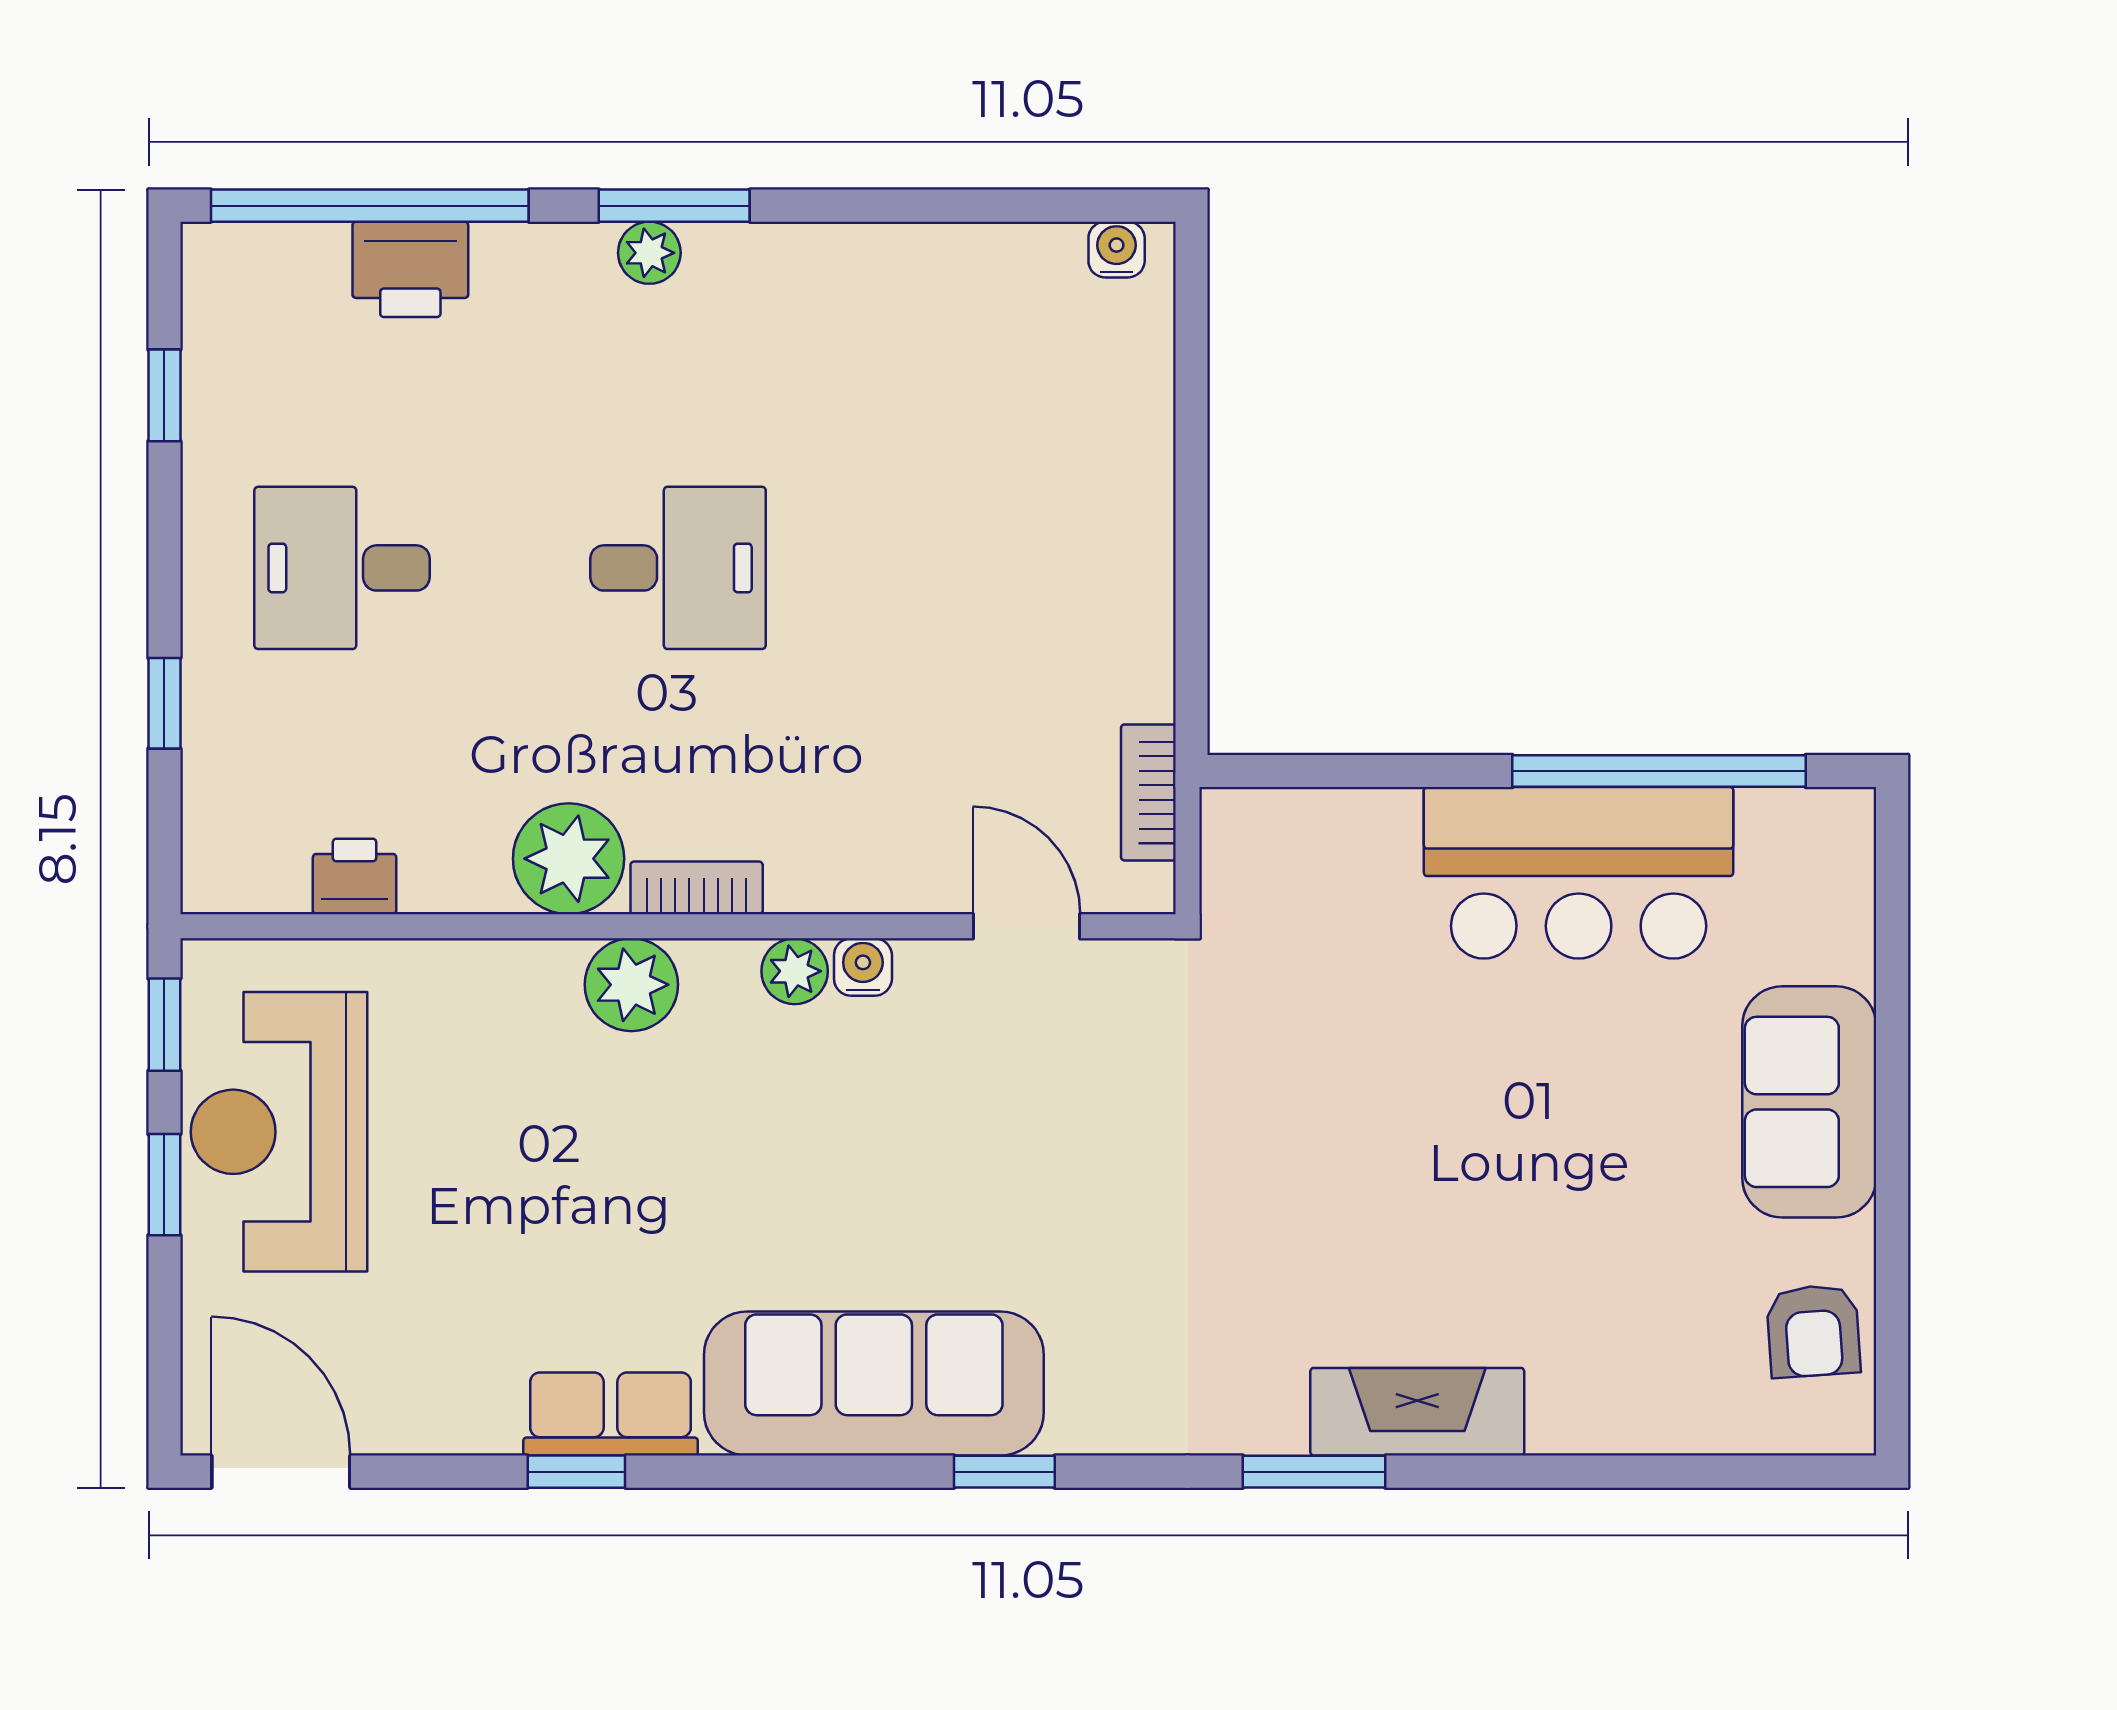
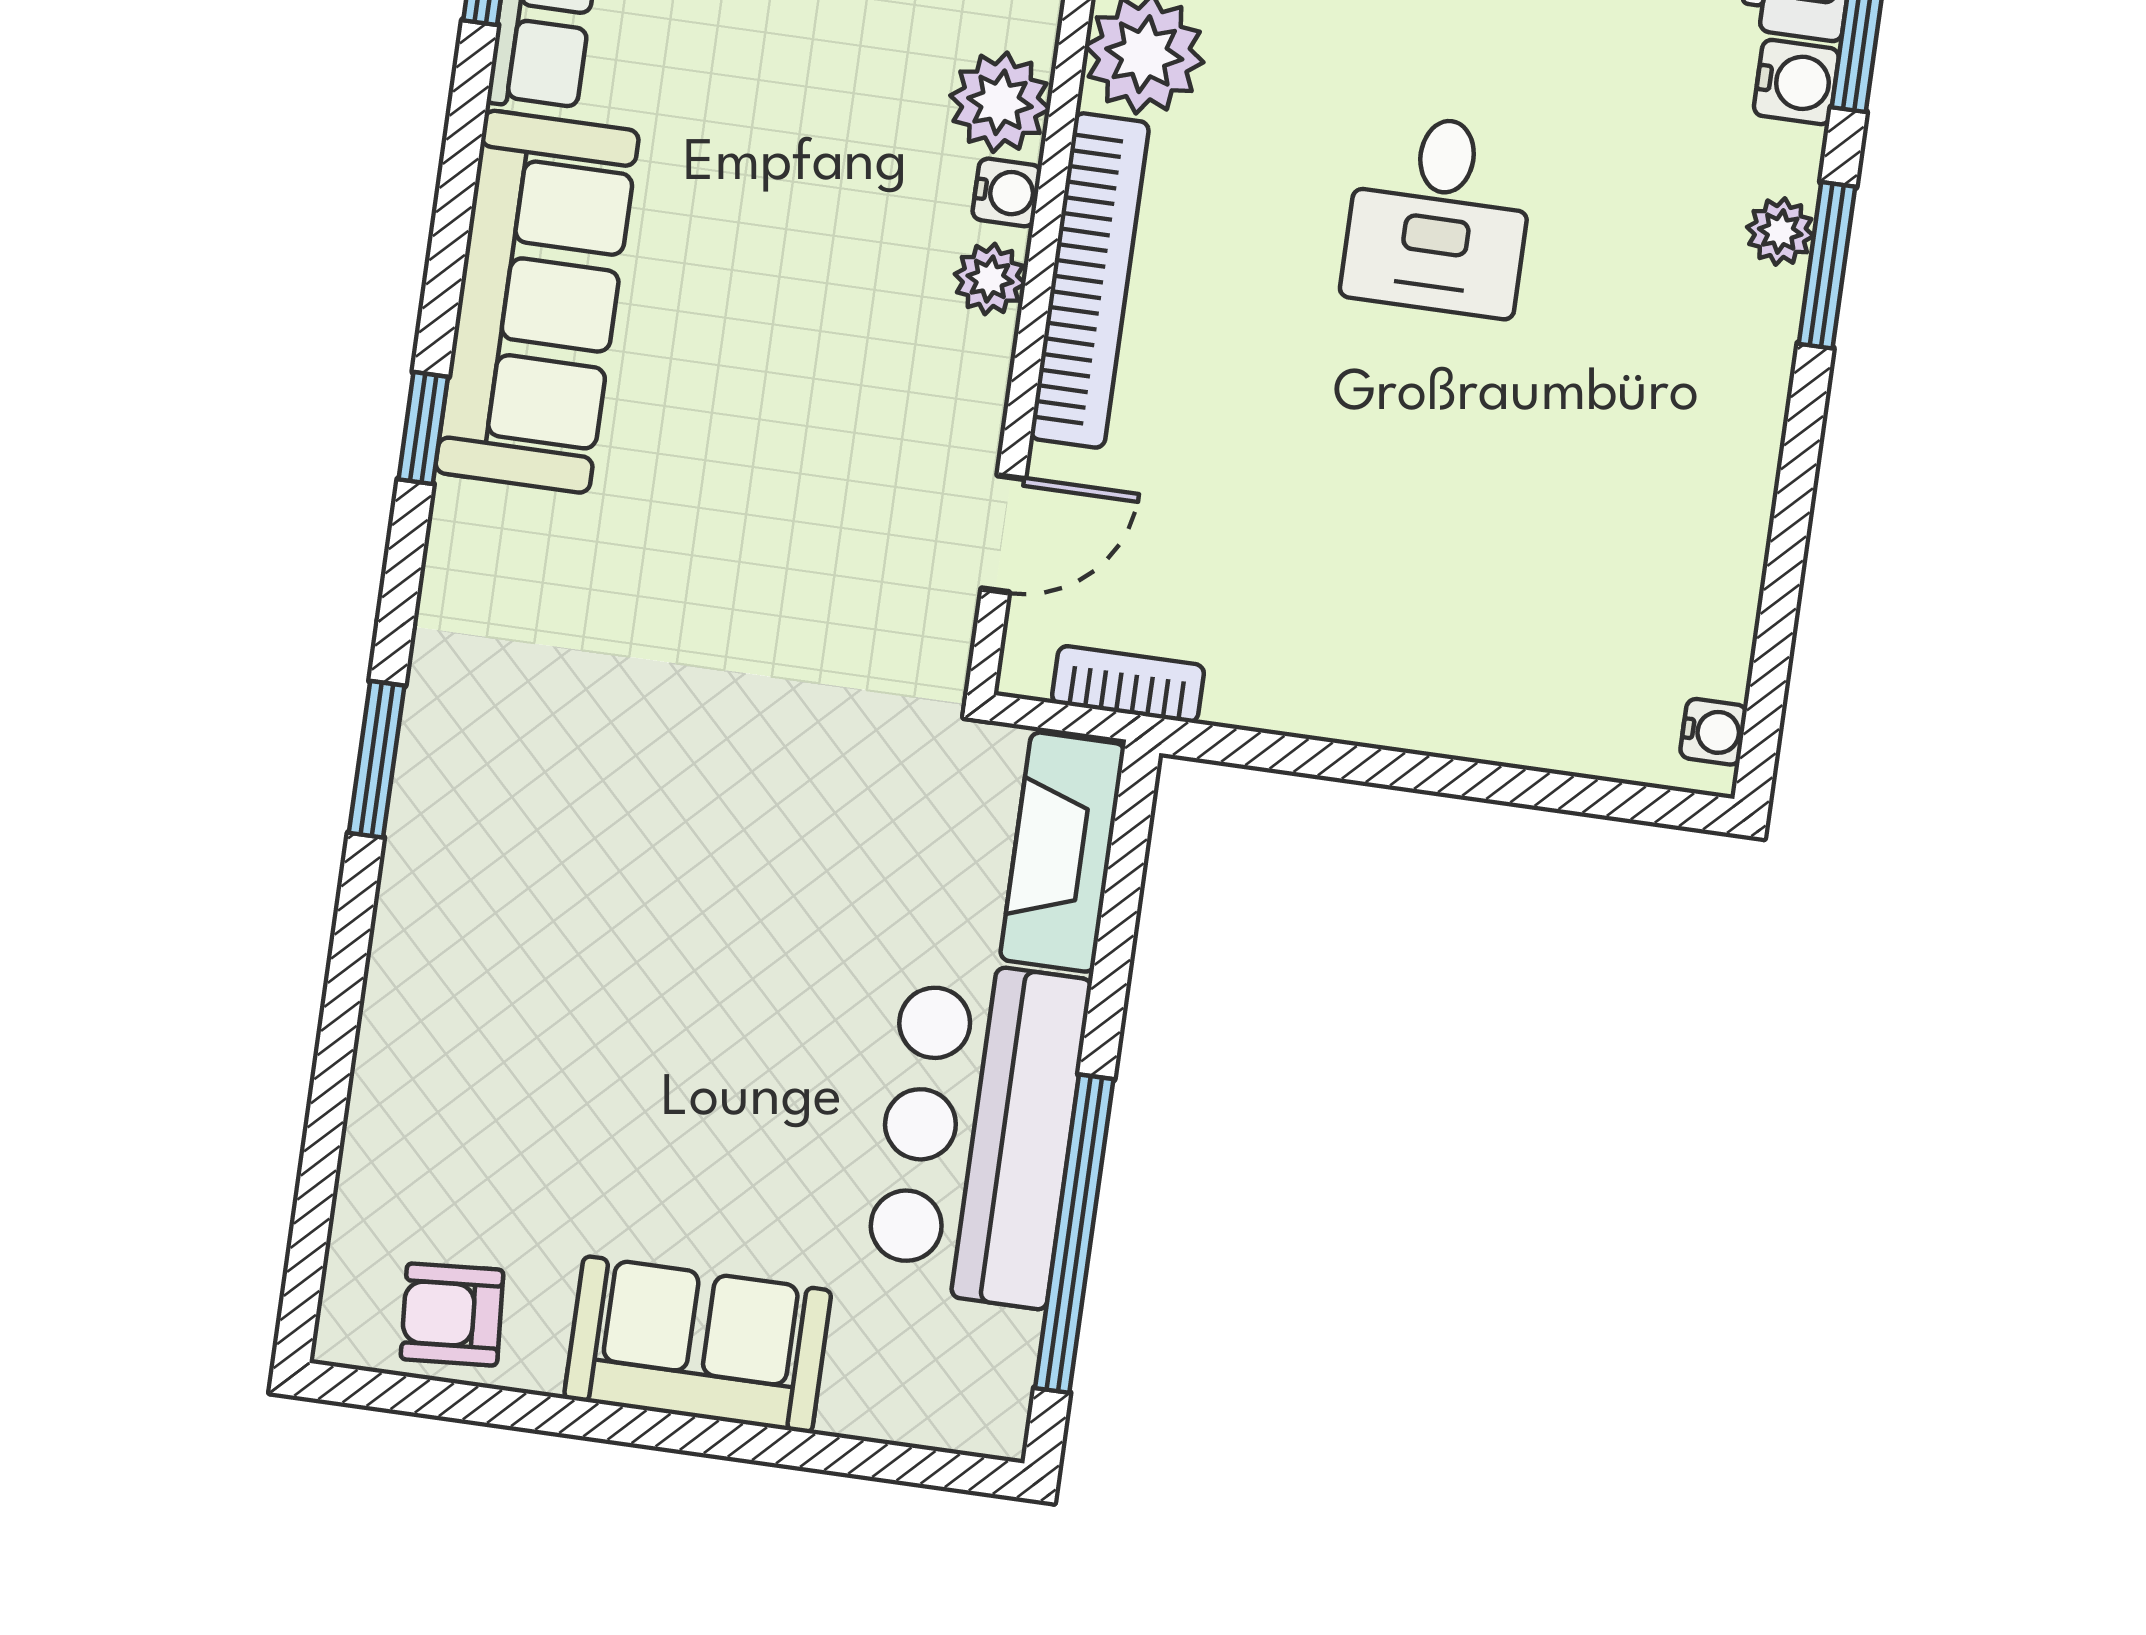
water cooler: (510, 257) -> (1796, 82), added
bookcase: (697, 888) -> (1090, 280), width x2.31, depth x1.31
water cooler: (863, 967) -> (1007, 192), moved
fireplace: (1417, 1412) -> (1063, 852), moved, turned 180

